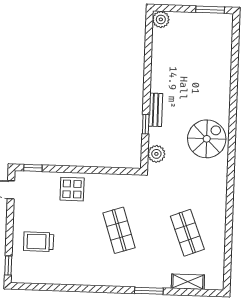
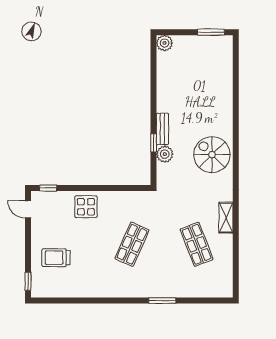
spiral stairs: (207, 139) -> (212, 155), turned -90
plant: (156, 154) -> (165, 154), moved
shop shelf: (119, 230) -> (132, 244), turned 42
shelving: (188, 282) -> (226, 218), moved, turned 90

